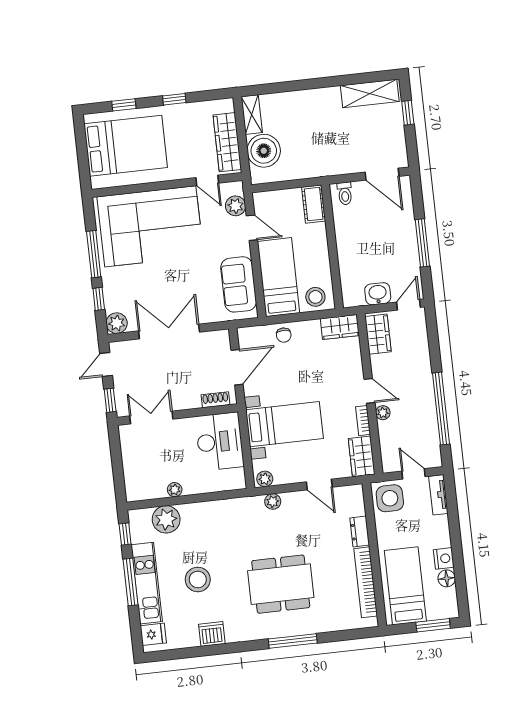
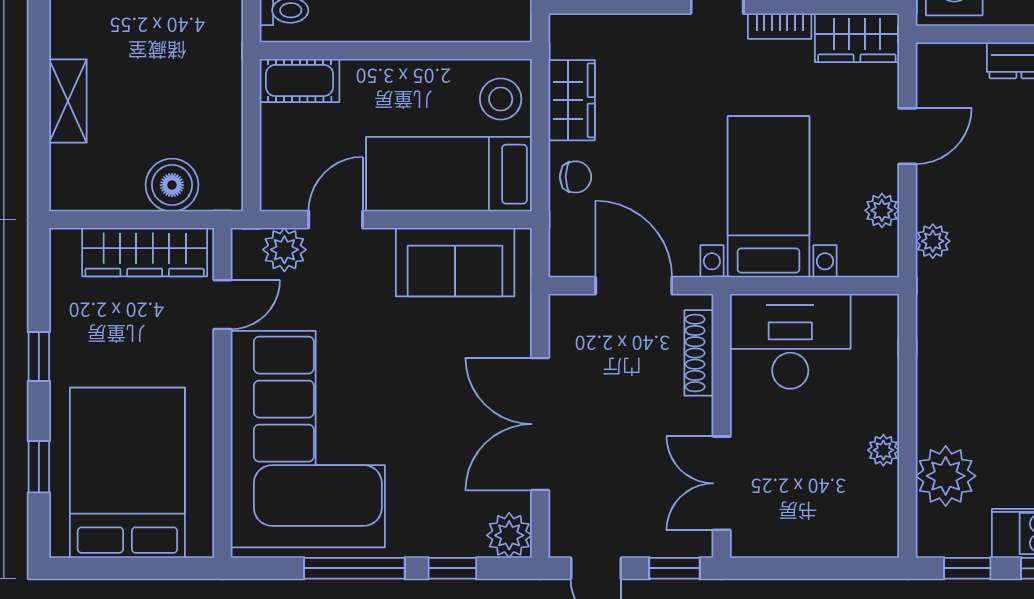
shelving: (252, 115) -> (68, 101), moved, turned 90
boiler: (264, 151) -> (172, 185), width x0.73, depth x0.73
wardrobe: (340, 327) -> (572, 100), moved
shoe rack: (215, 400) -> (699, 353), width x1.43
plant: (265, 479) -> (882, 210), moved

